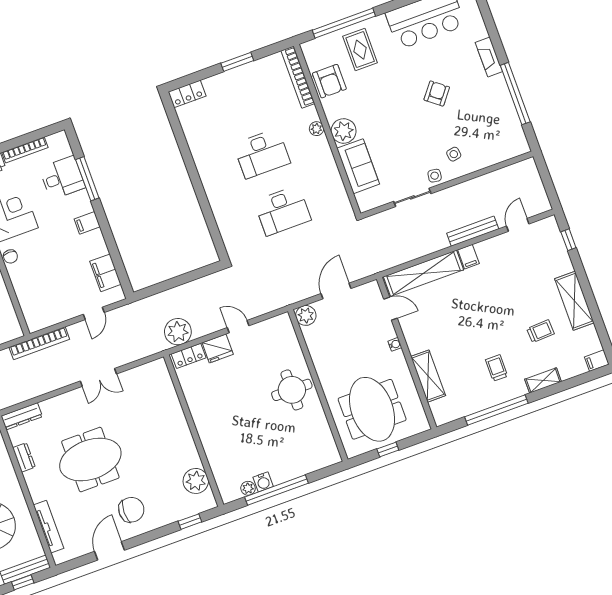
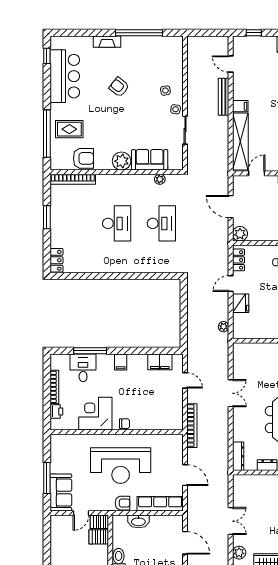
plant: (317, 129) -> (160, 179), moved
plant: (178, 332) -> (224, 327), width x0.53, depth x0.53
locker: (189, 356) -> (238, 260), moved

